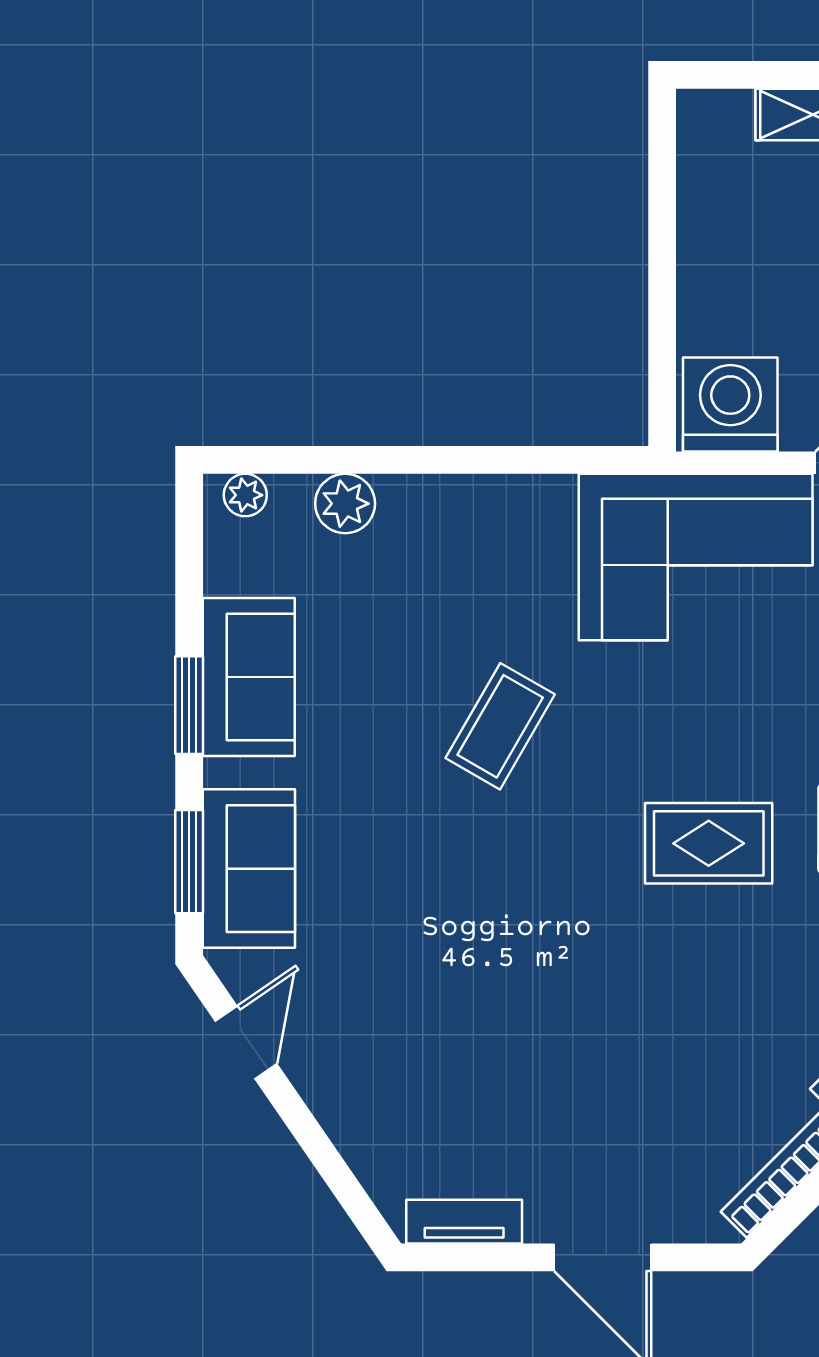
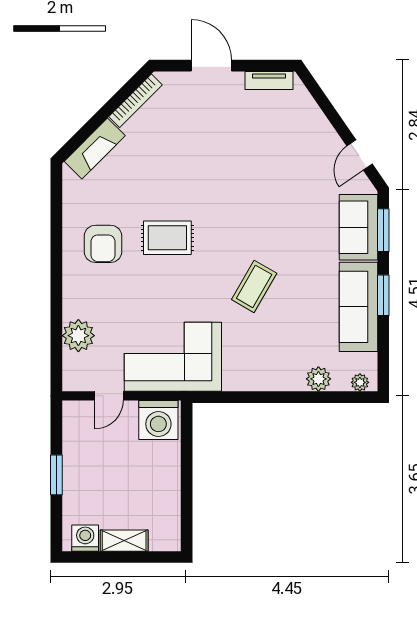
sofa: (249, 677) -> (358, 307), width x1.36

